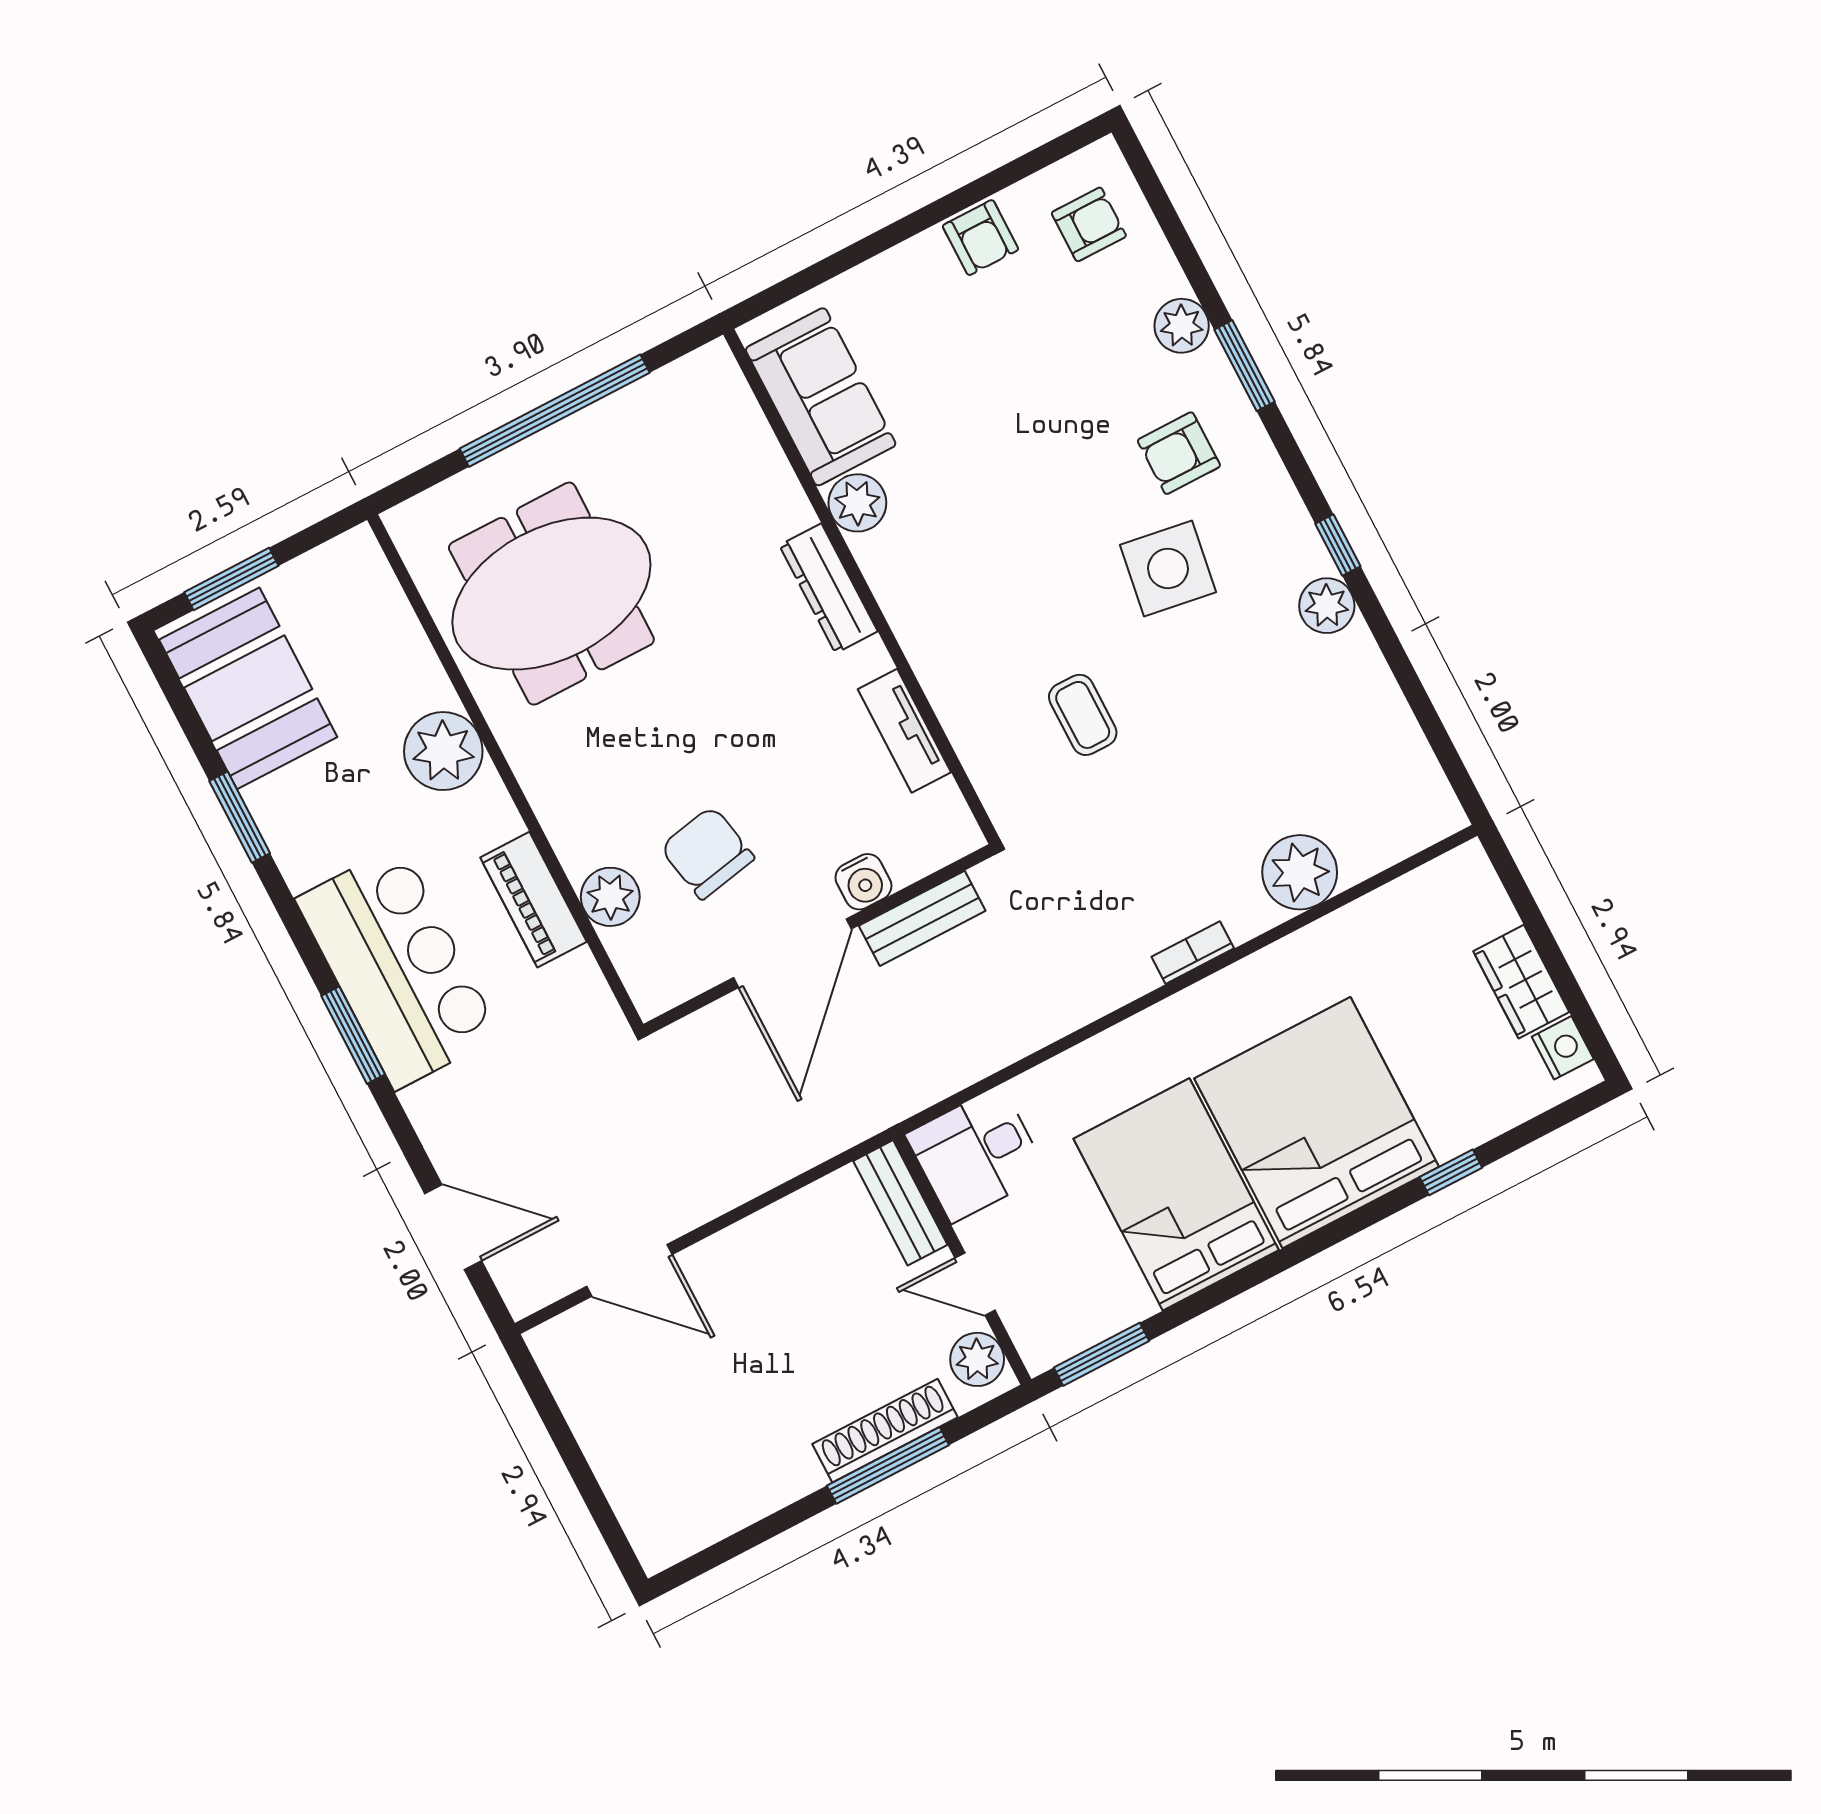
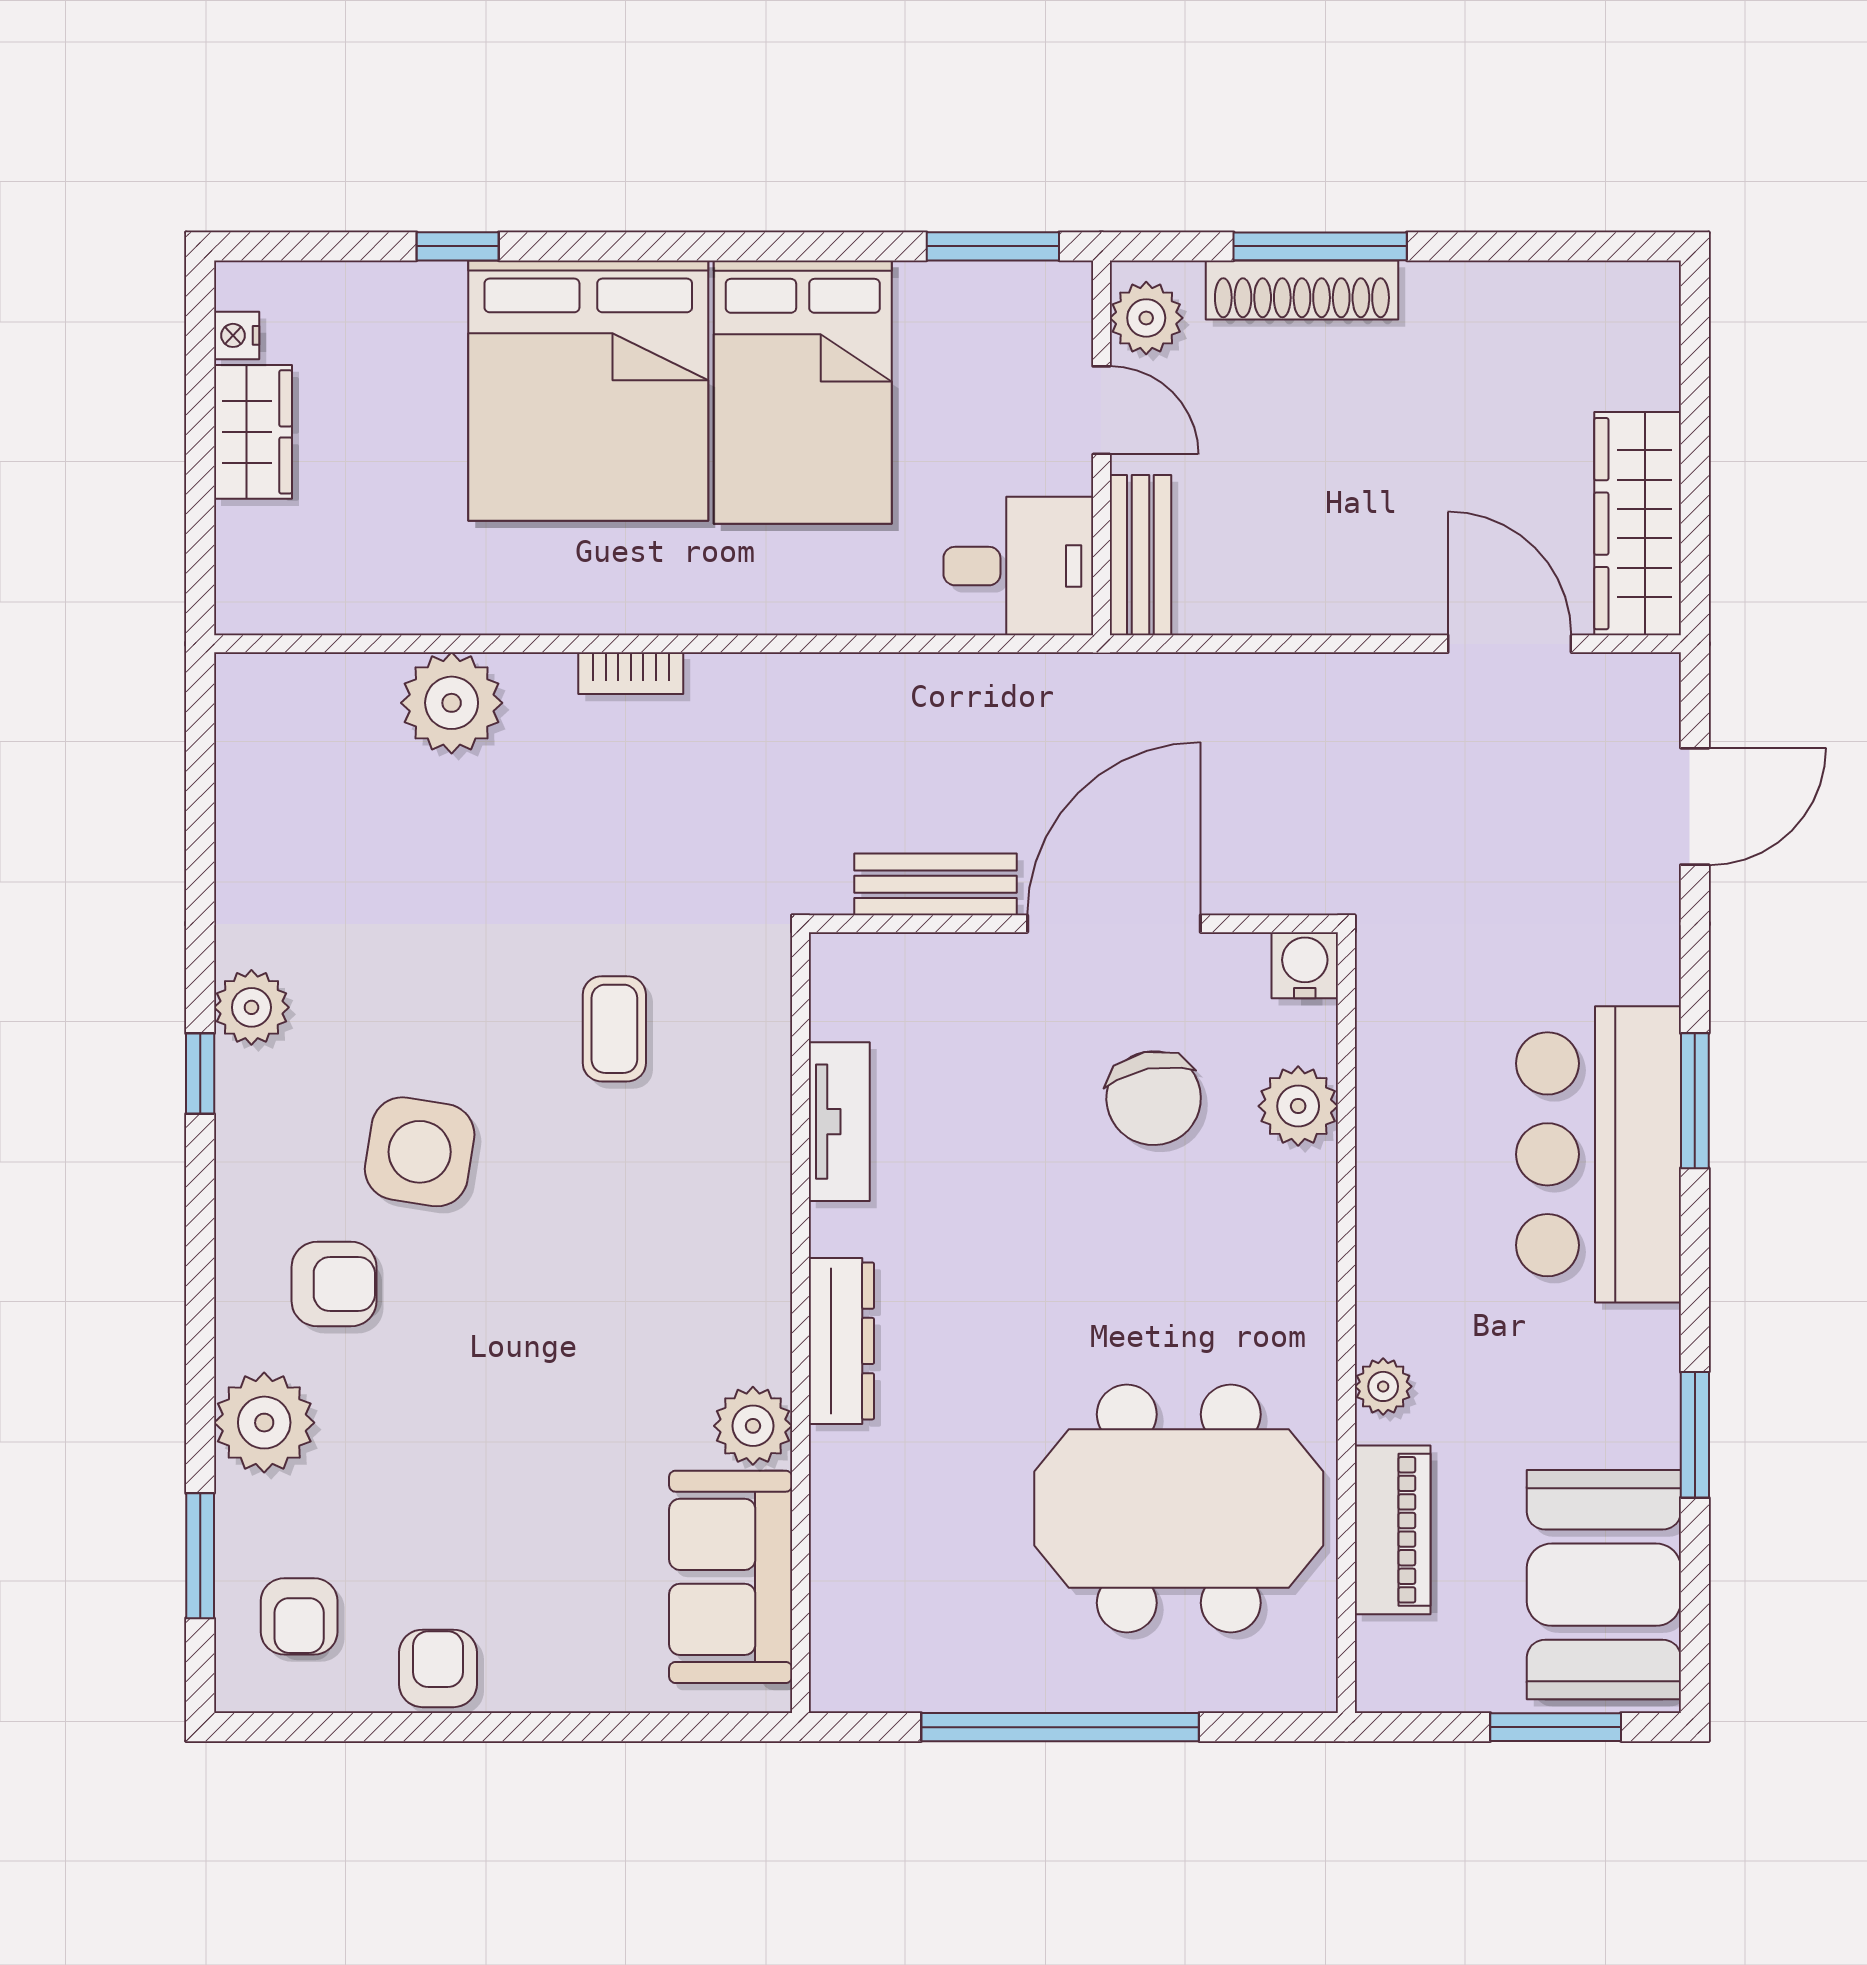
armchair: (1089, 224) -> (299, 1616), turned -90
plant: (1182, 326) -> (264, 1423), width x1.36, depth x1.36
window: (1244, 366) -> (200, 1556), moved
plant: (443, 751) -> (1383, 1386), width x0.53, depth x0.53
water cooler: (863, 882) -> (1305, 965), moved
piano: (533, 900) -> (1393, 1530), moved
nightstand: (1563, 1048) -> (237, 335), width x0.72, depth x0.74
door: (453, 1227) -> (1695, 806), swing flipped
wardrobe: (587, 1392) -> (1638, 524), added

